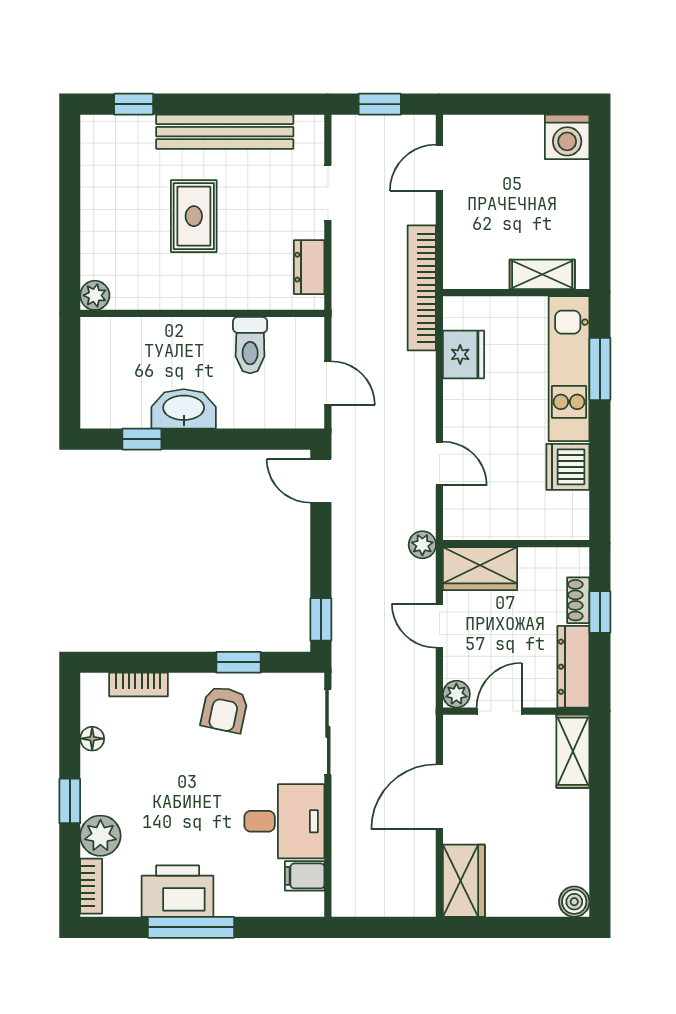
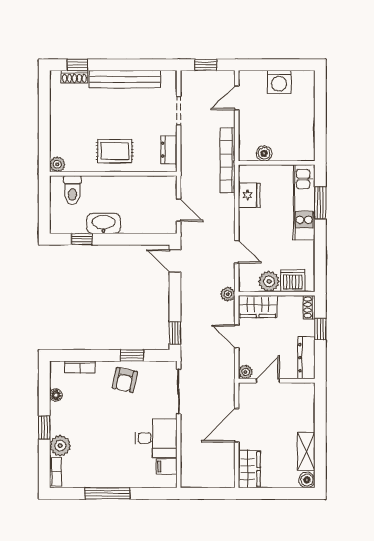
shoe rack: (128, 127) -> (74, 77), added
washing machine: (567, 137) -> (279, 82), moved
rug: (194, 216) -> (115, 151), moved, turned 90
boiler: (492, 274) -> (264, 153), added
shelving: (542, 274) -> (290, 153), removed
toilet: (250, 345) -> (72, 190), moved
dishwasher: (568, 467) -> (293, 281), moved, turned 90
plant: (501, 520) -> (269, 281), added
shoe rack: (578, 600) -> (309, 307), moved
shelving: (573, 751) -> (306, 452), moved
printer: (178, 891) -> (100, 474), removed

